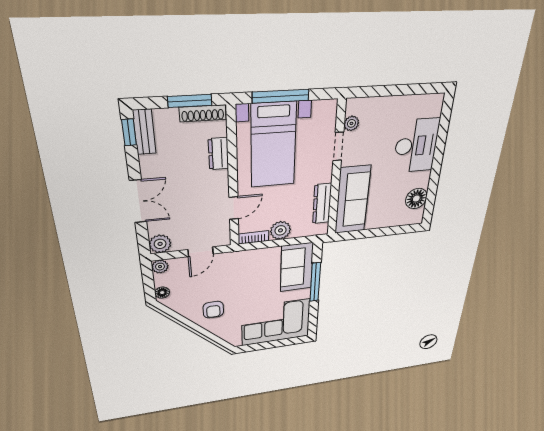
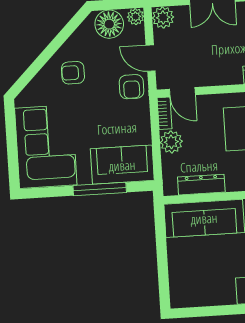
floor lamp: (416, 199) -> (203, 294), removed
door: (234, 208) -> (182, 92), moved
armchair: (227, 265) -> (132, 87), added
floor lamp: (162, 293) -> (109, 24), width x1.89, depth x1.89

